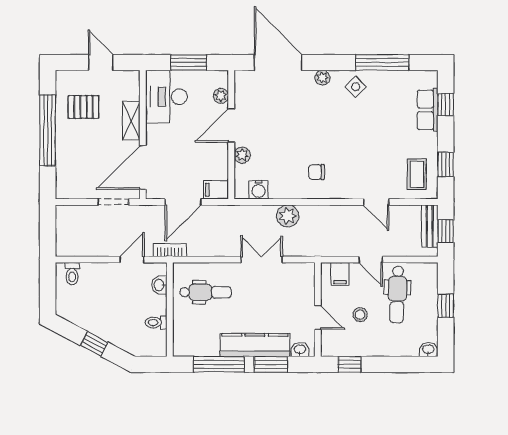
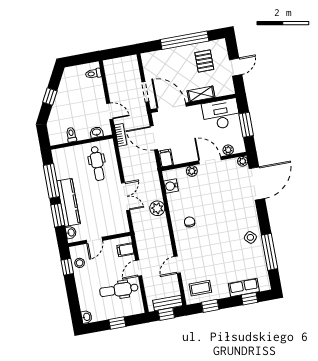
plant: (322, 78) -> (243, 161), moved
stool: (360, 315) -> (80, 263), moved

